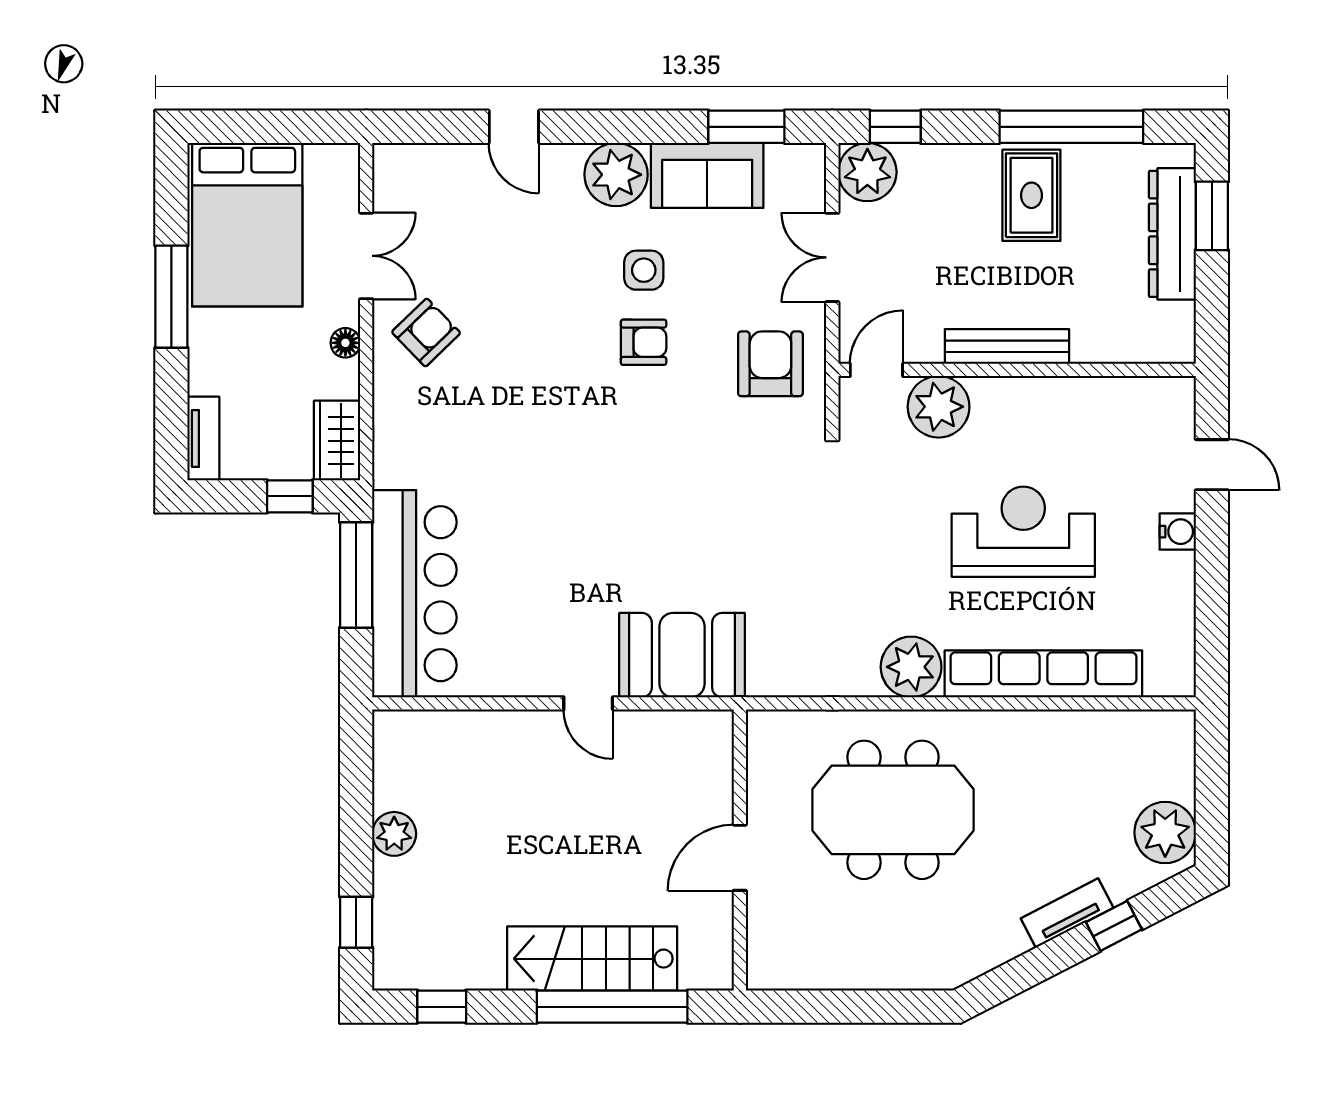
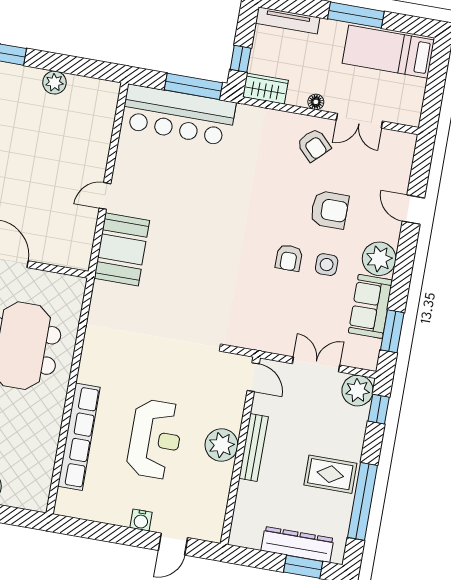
door: (514, 127) -> (413, 210), hinge flipped
bed: (247, 225) -> (388, 52), width x0.67
armchair: (770, 364) -> (329, 210), moved
plant: (939, 407) -> (221, 445), moved
tv unit: (203, 439) -> (288, 20), width x1.41
plant: (911, 667) -> (95, 368), removed

